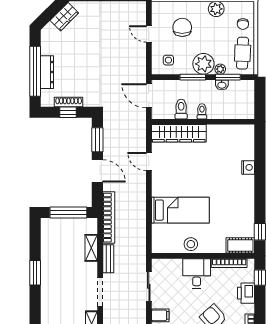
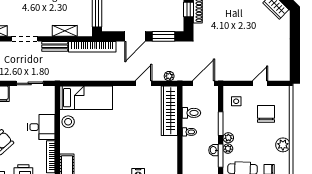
chair: (182, 27) -> (266, 114), turned -90
plant: (203, 64) -> (228, 138), width x0.53, depth x0.53
plant: (141, 133) -> (169, 76), added
bed: (180, 210) -> (86, 98), moved, turned -90

